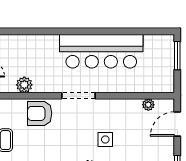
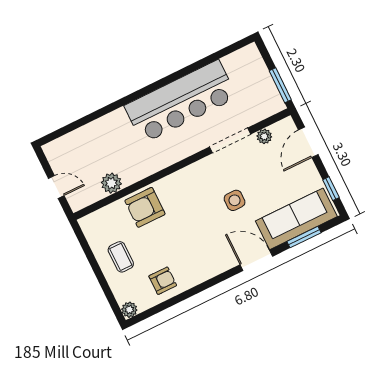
window: (177, 56) -> (280, 85), moved
doorway: (78, 96) -> (230, 140), moved

